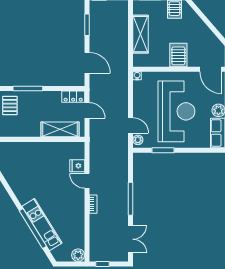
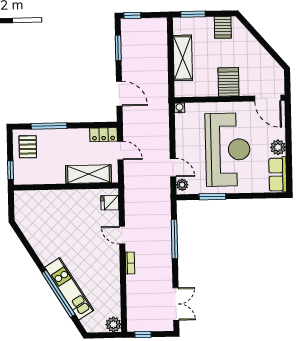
fridge: (77, 166) -> (110, 203), moved
window: (131, 199) -> (174, 239), moved

